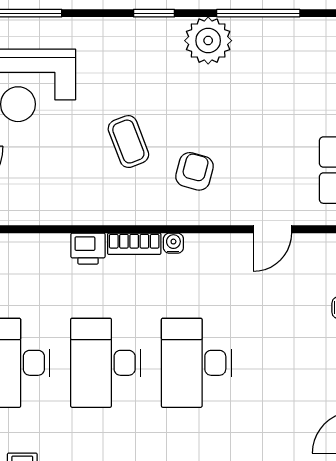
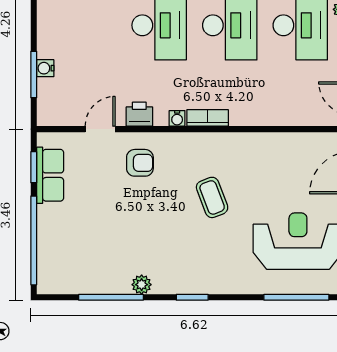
plant: (208, 41) -> (142, 285), width x0.53, depth x0.53
armchair: (194, 171) -> (140, 163), moved, turned -105
printer: (88, 249) -> (139, 114), moved

